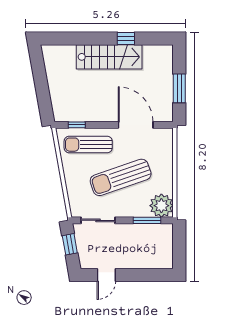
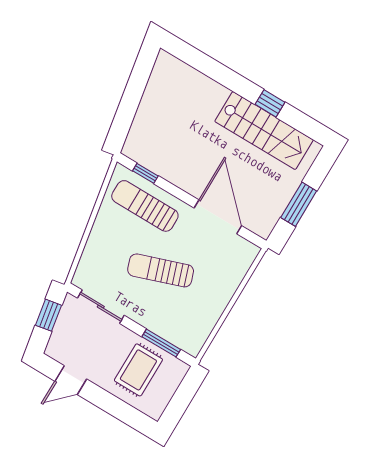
stairs: (109, 57) -> (264, 131), moved
sun lounger: (121, 177) -> (161, 270), width x0.73, depth x0.75
plant: (161, 206) -> (190, 335), removed
rug: (143, 245) -> (138, 370), added

